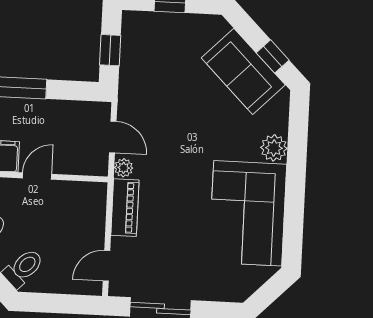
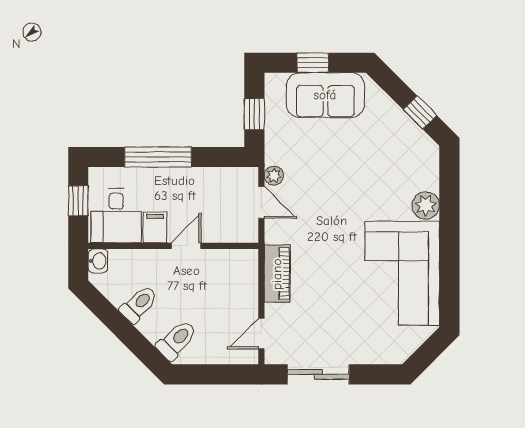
sofa: (243, 71) -> (325, 95), moved, turned -45
plant: (124, 168) -> (274, 176), moved

